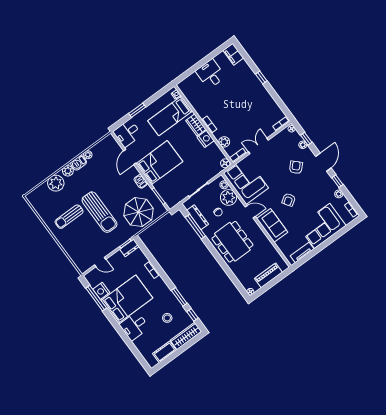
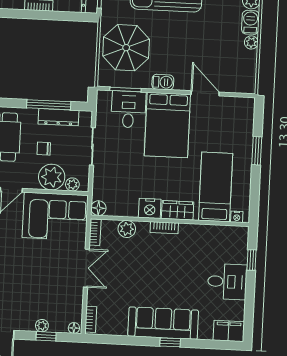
window: (191, 71) -> (251, 260), added
sofa: (255, 88) -> (163, 323), added
desk: (127, 133) -> (128, 109), moved
armchair: (296, 167) -> (20, 294), removed

